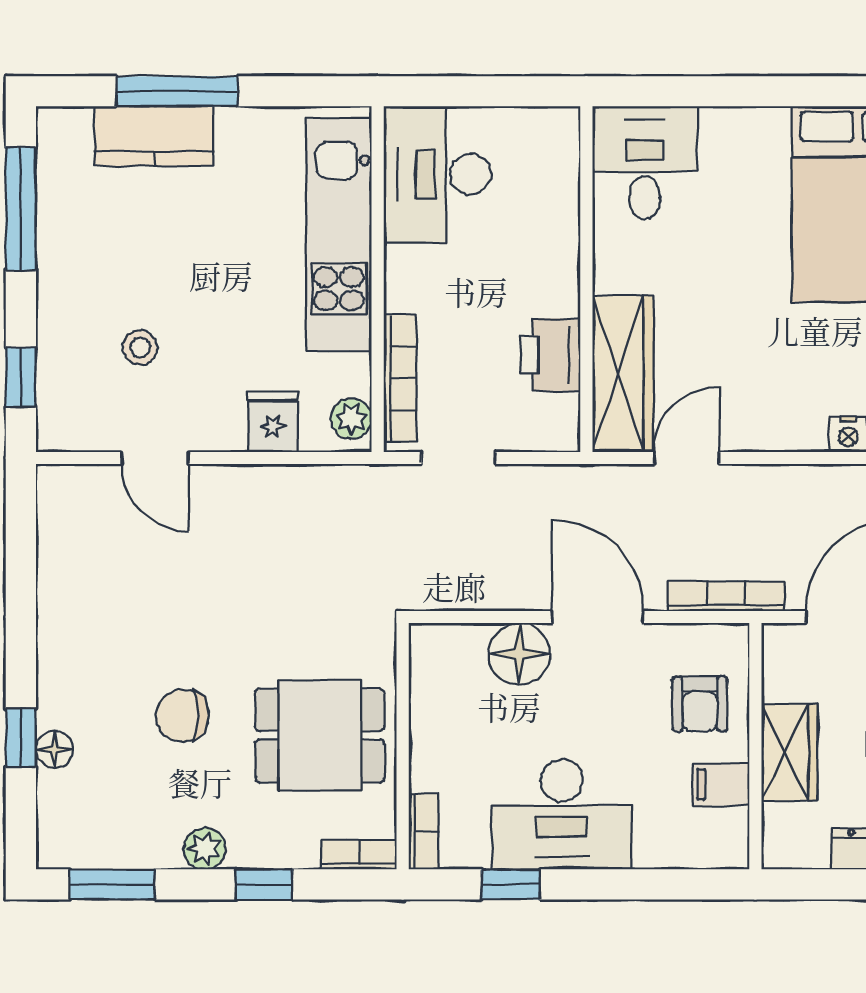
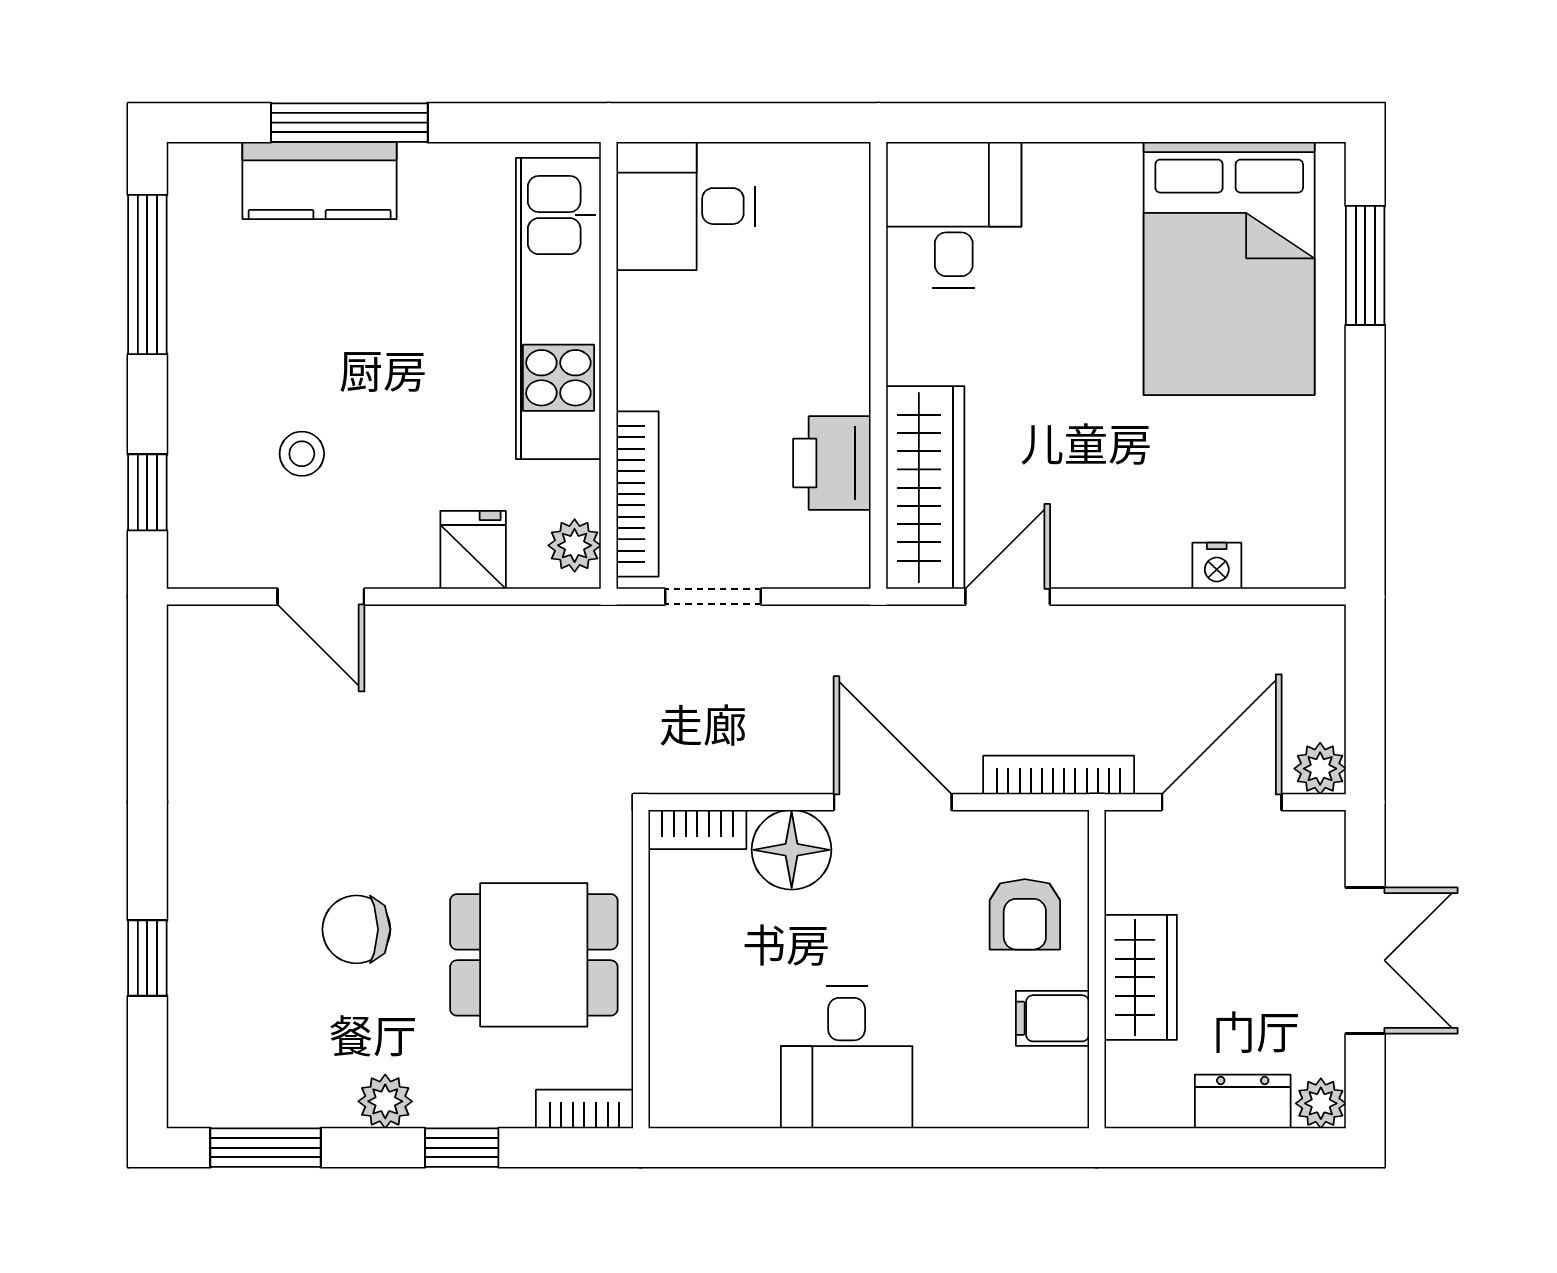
desk: (437, 174) -> (686, 206), width x0.73
floor lamp: (54, 749) -> (191, 973), removed
desk: (562, 815) -> (847, 1057), width x0.73
bookcase: (424, 832) -> (697, 829), moved, turned 90
window: (510, 884) -> (780, 1148), removed

